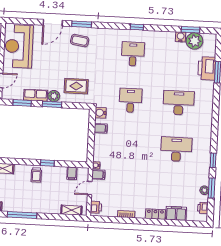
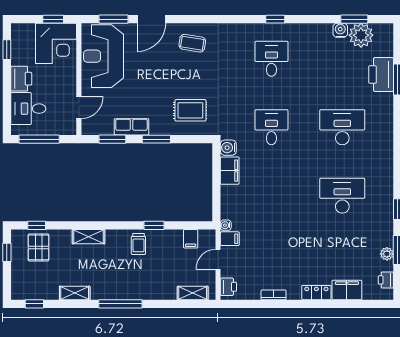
window: (82, 24) -> (113, 19), moved
plant: (54, 96) -> (158, 127), removed
filing cabinet: (101, 128) -> (230, 171), width x2.00

